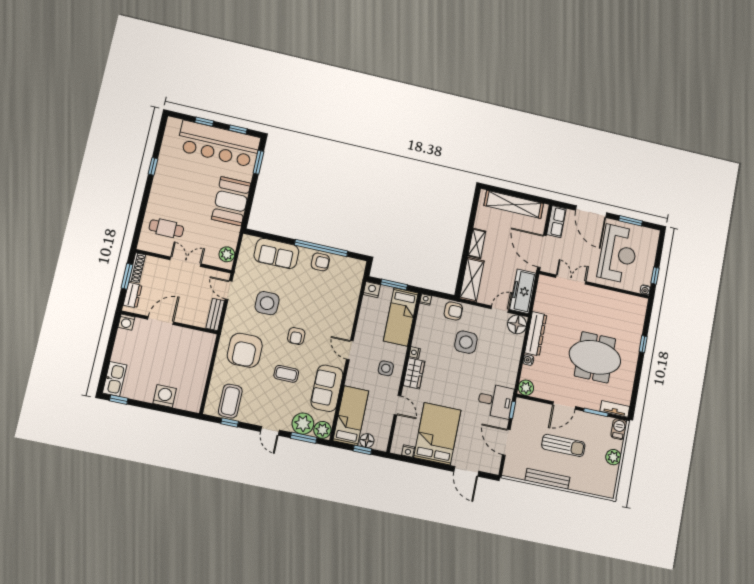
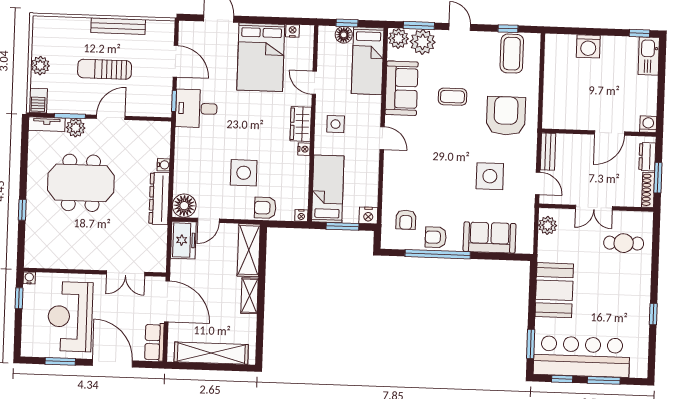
window: (204, 122) -> (604, 380), width x1.50
freezer: (523, 291) -> (183, 240), width x0.71
armchair: (296, 336) -> (406, 220), moved, turned 180
plant: (526, 388) -> (76, 128), moved

